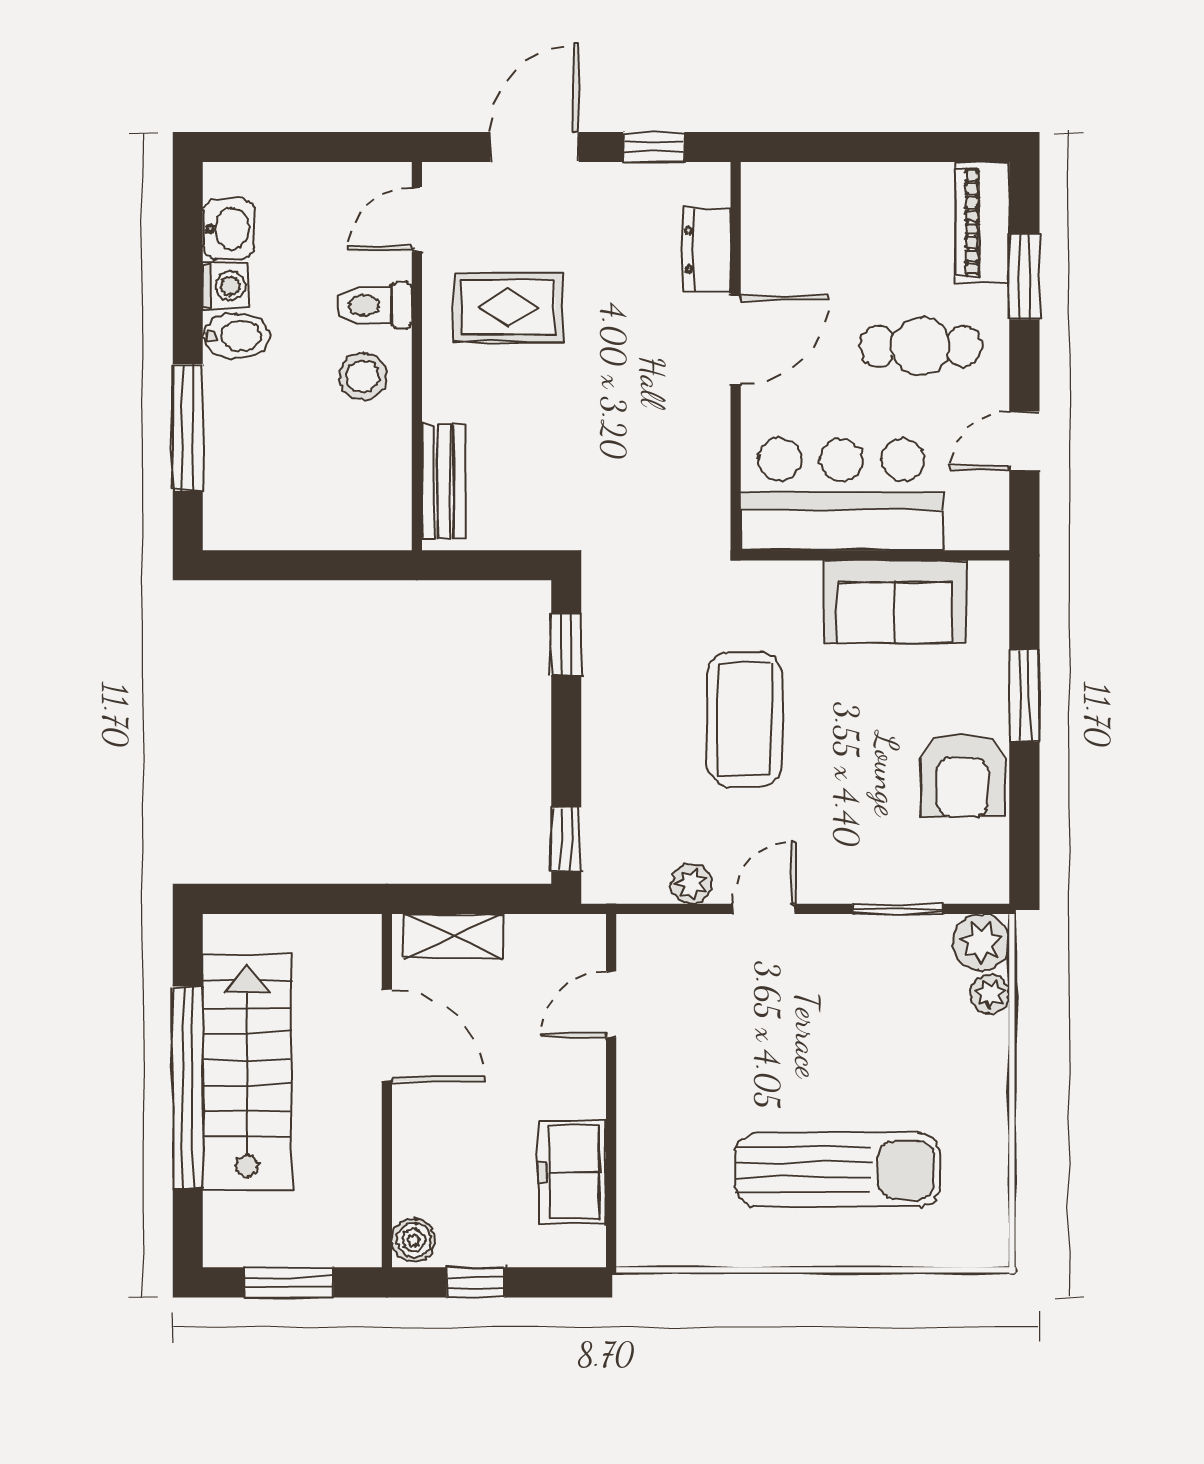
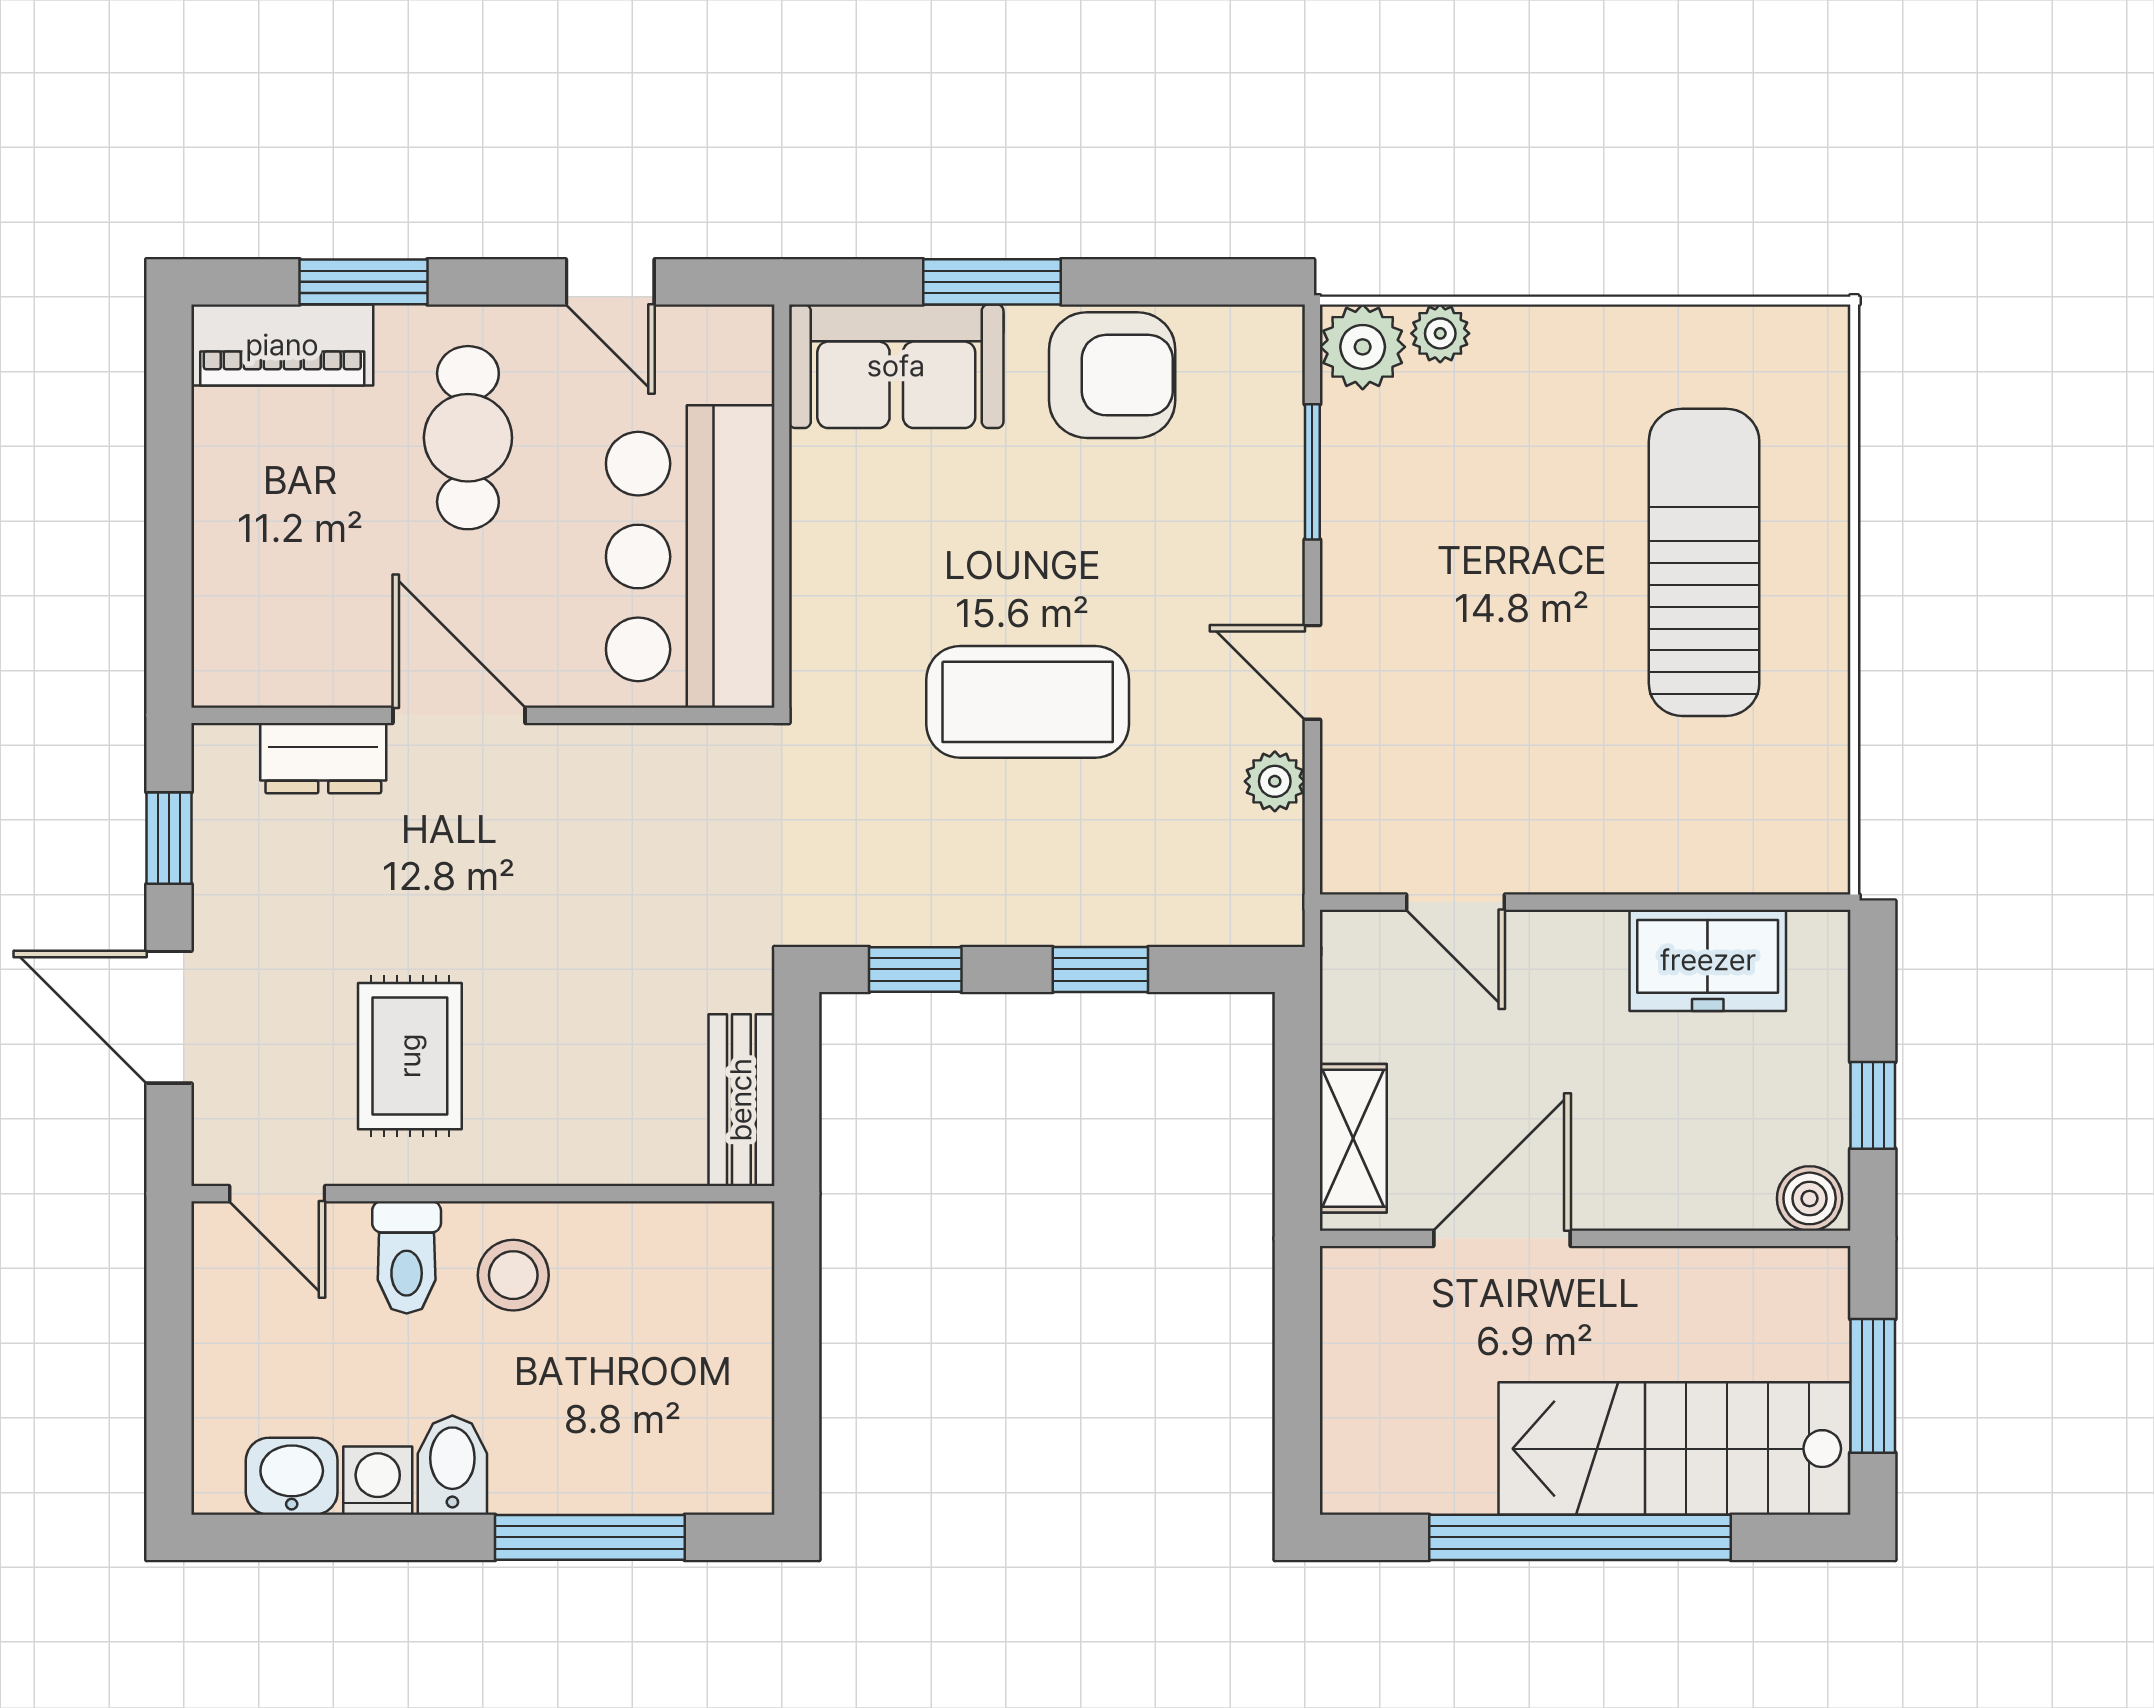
bench: (444, 481) -> (741, 1100), moved, turned 90
sofa: (895, 602) -> (896, 366), moved, turned 90
window: (566, 839) -> (1100, 969), moved
stairs: (247, 1072) -> (1674, 1449), moved

